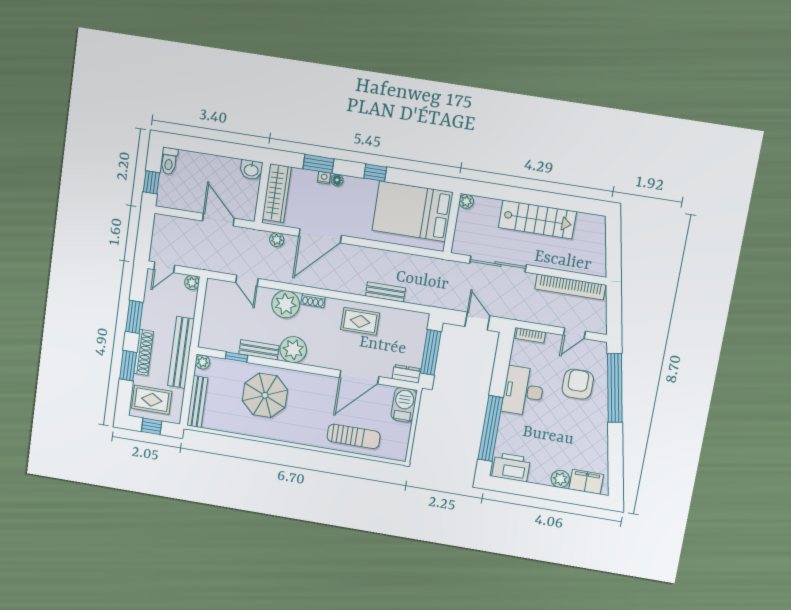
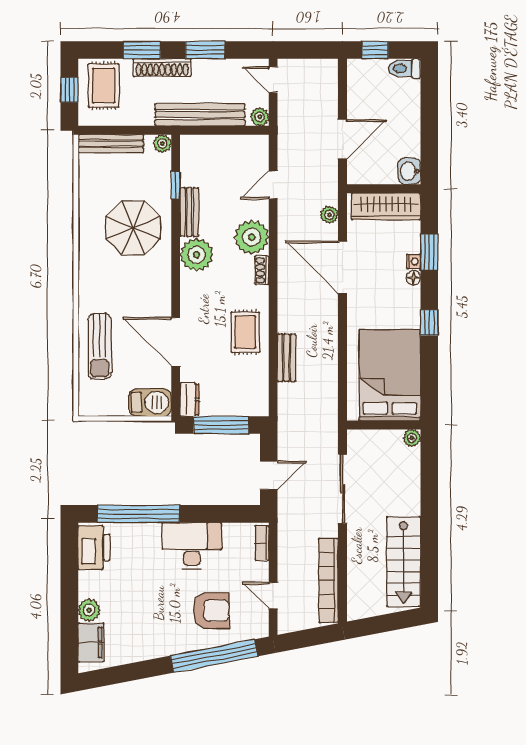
stairs: (537, 219) -> (404, 562), moved
bench: (181, 352) -> (200, 115), moved

